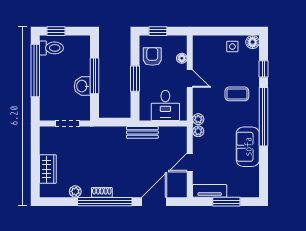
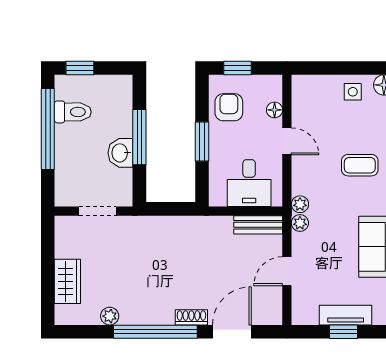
toilet: (51, 48) -> (73, 112), moved
bench: (142, 132) -> (258, 225), moved
tv unit: (210, 191) -> (346, 315), moved
shoe rack: (102, 192) -> (191, 317), moved
window: (226, 202) -> (343, 332), width x0.67

